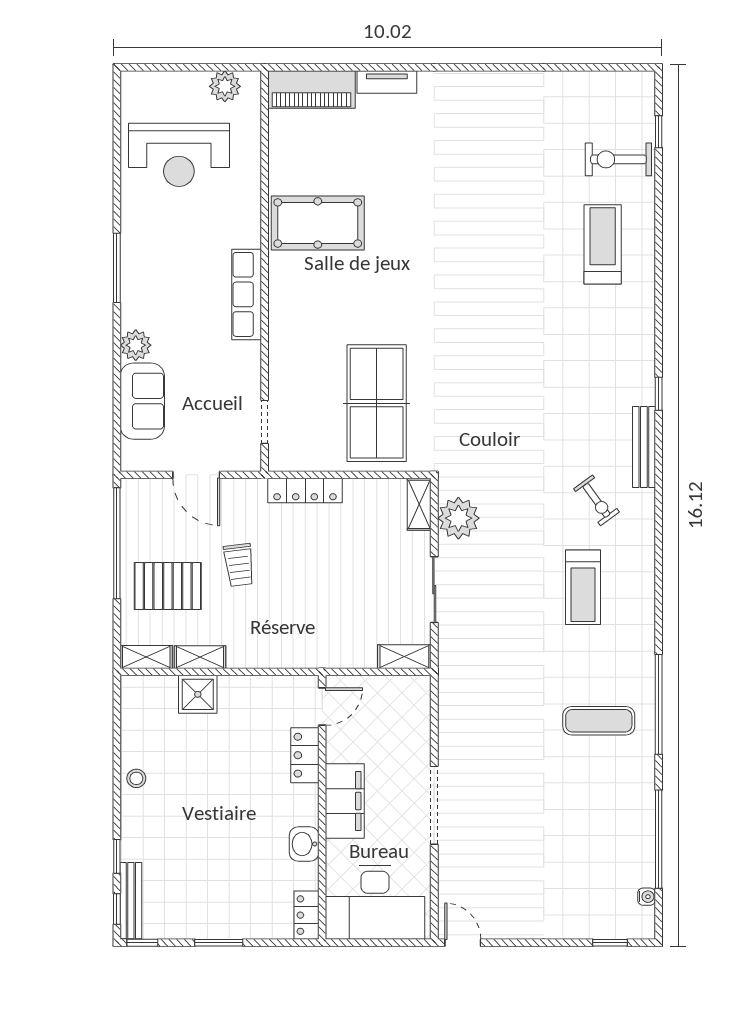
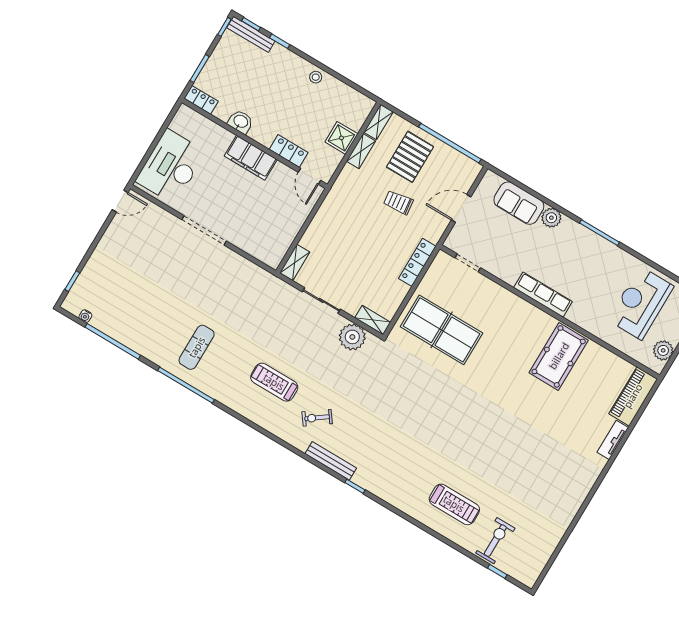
door: (322, 707) -> (309, 176), moved
locker: (305, 755) -> (289, 151), moved
filing cabinet: (345, 801) -> (251, 158), moved
wall: (322, 807) -> (255, 143), moved
washbasin: (304, 844) -> (241, 122), moved
locker: (307, 915) -> (201, 100), moved

